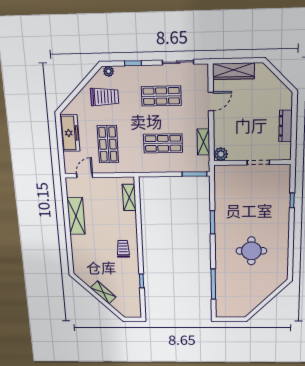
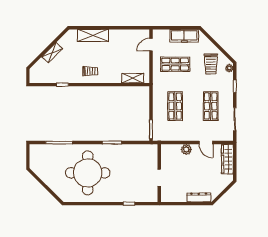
dresser: (286, 126) -> (199, 197), moved
shelving: (203, 142) -> (176, 136), removed
plant: (221, 154) -> (186, 149), moved
door: (85, 175) -> (151, 45), swing flipped
shelving: (76, 216) -> (93, 35), moved
round table: (251, 251) -> (88, 173), width x1.86, depth x1.86

